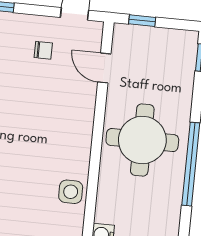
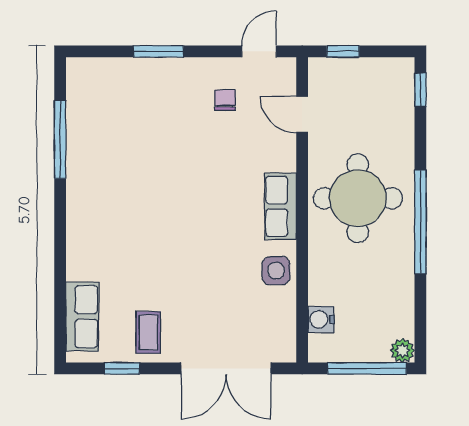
chair: (43, 50) -> (225, 100), turned -90
row of seats: (79, 140) -> (280, 206), added

